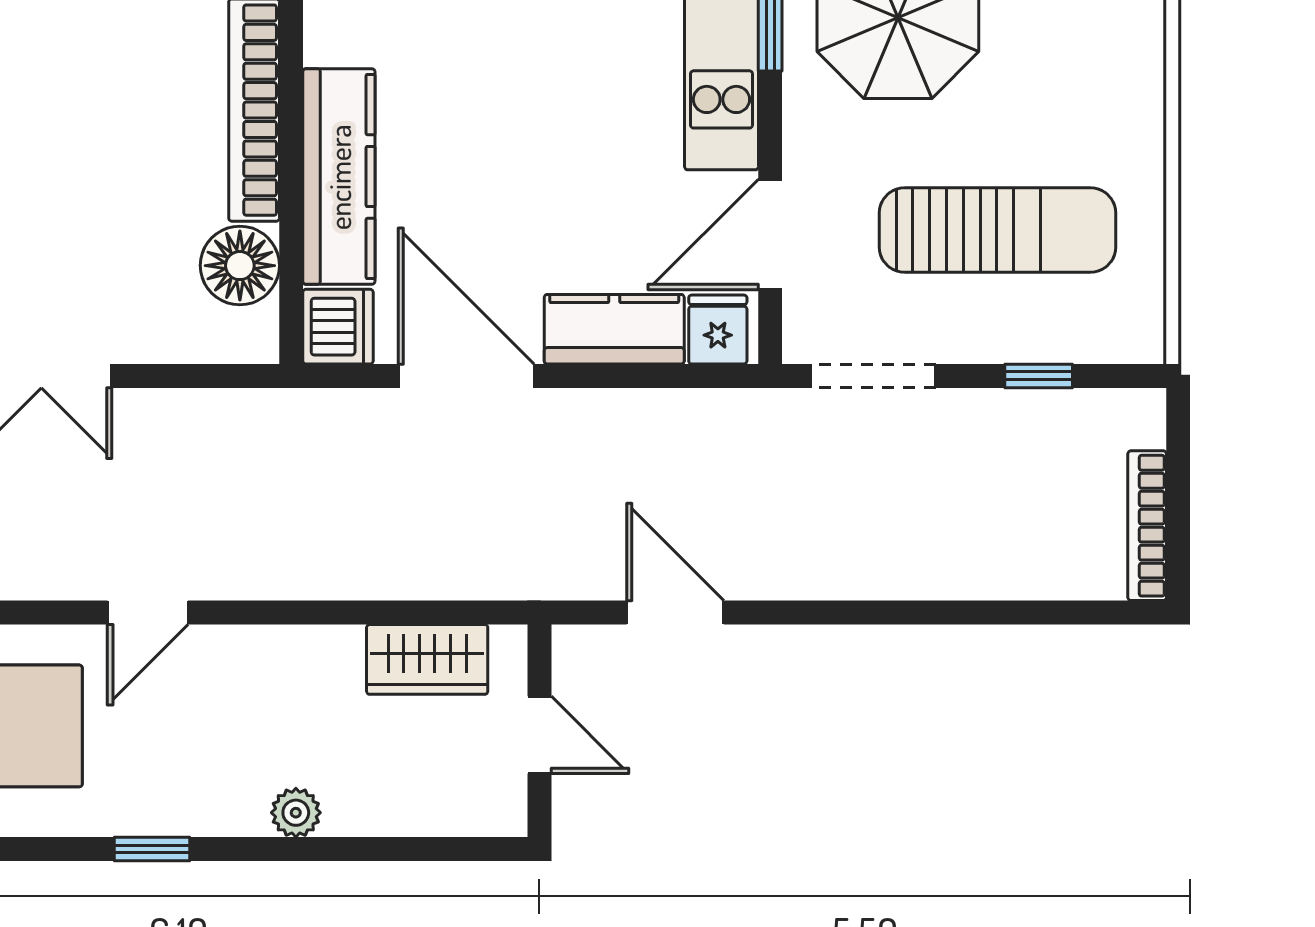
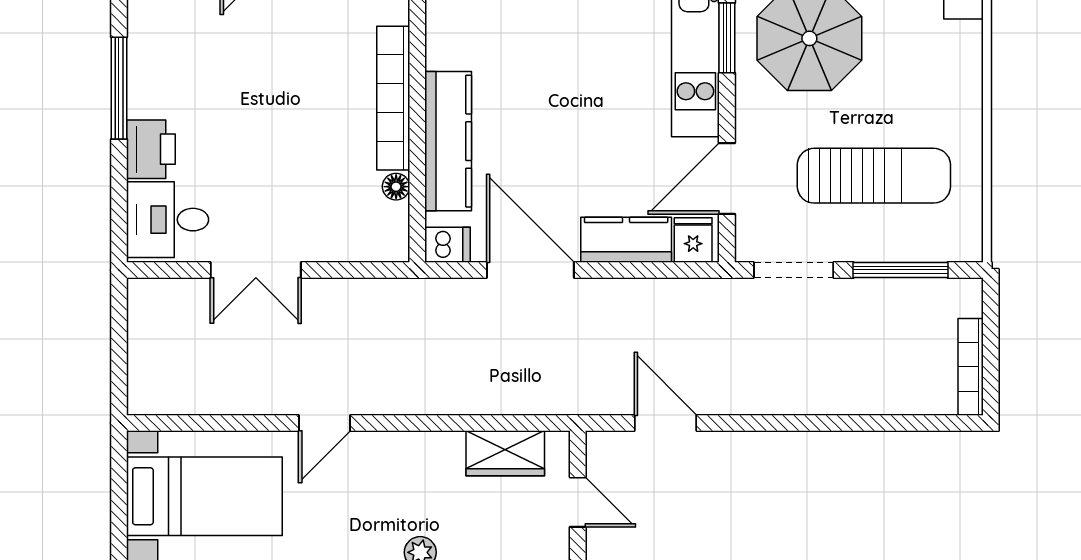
floor lamp: (240, 266) -> (396, 187), width x0.53, depth x0.53
dishwasher: (338, 327) -> (448, 245), width x0.73
window: (1039, 376) -> (901, 270), width x2.17

